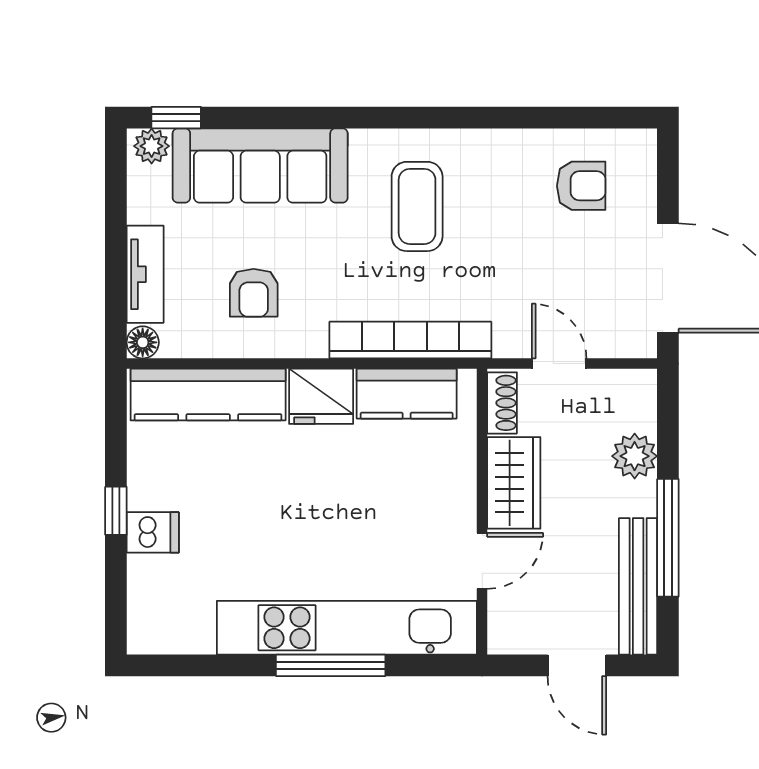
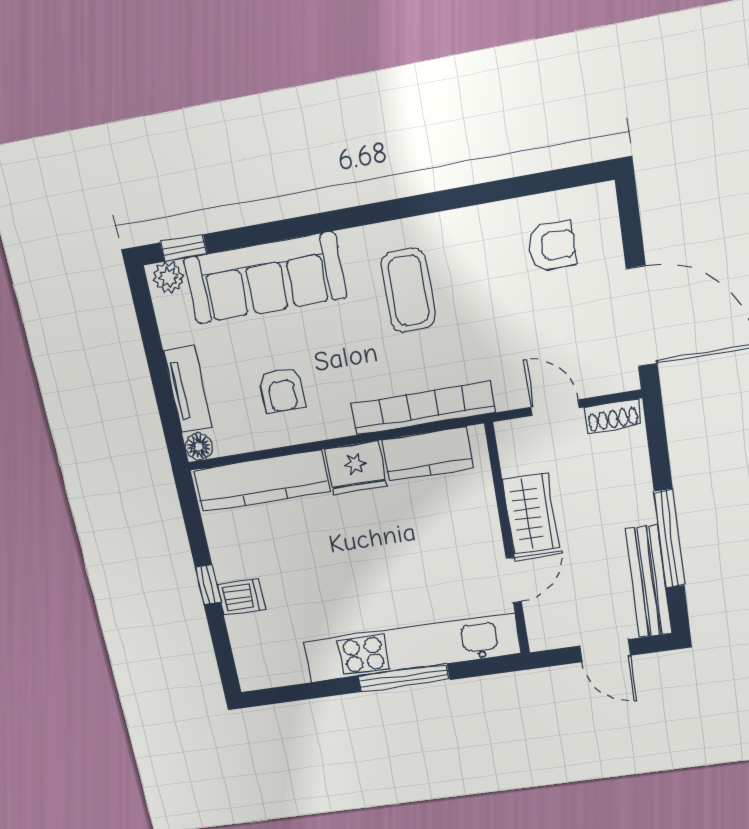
shoe rack: (502, 403) -> (613, 416), moved, turned 90
plant: (635, 456) -> (632, 476), removed

